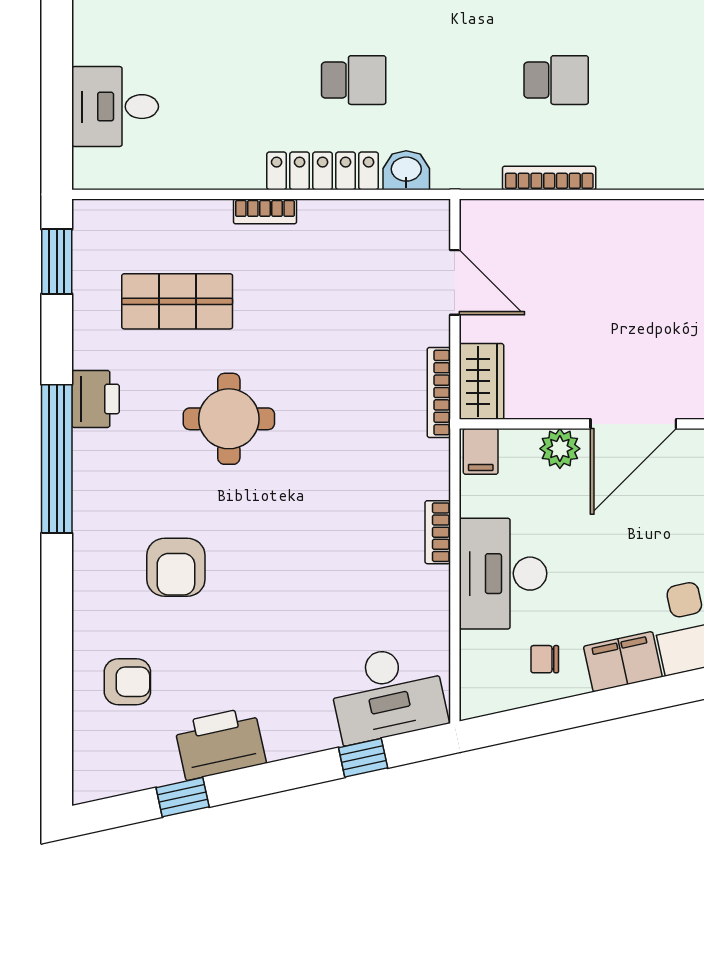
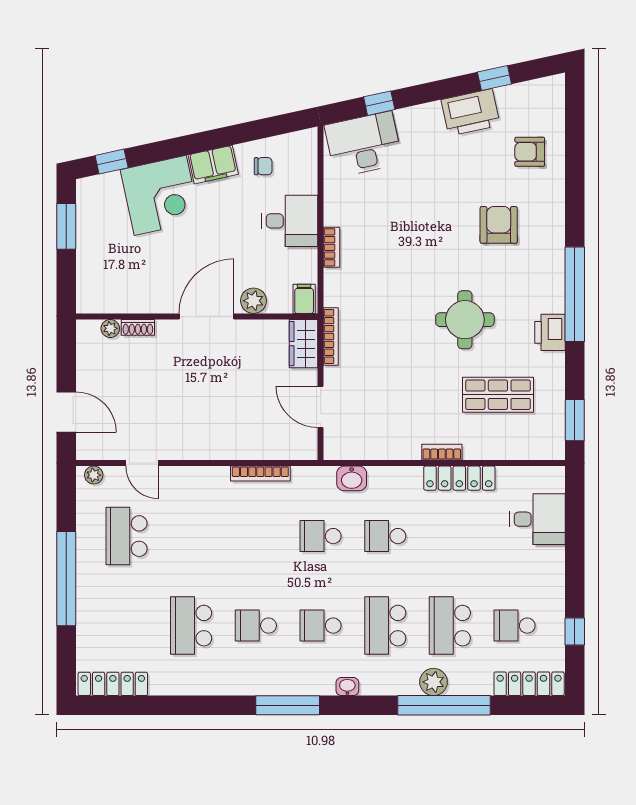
school desk: (556, 80) -> (321, 536), moved
locker: (323, 171) -> (459, 478), moved
desk: (503, 574) -> (290, 221), width x0.73

